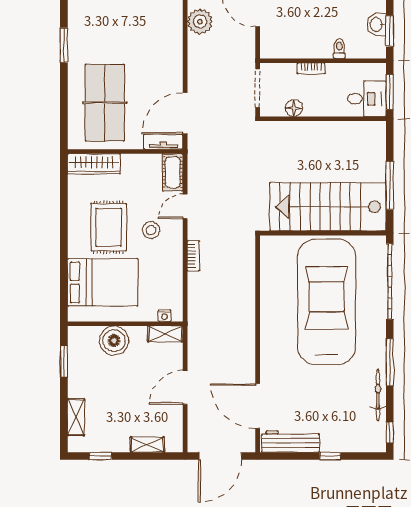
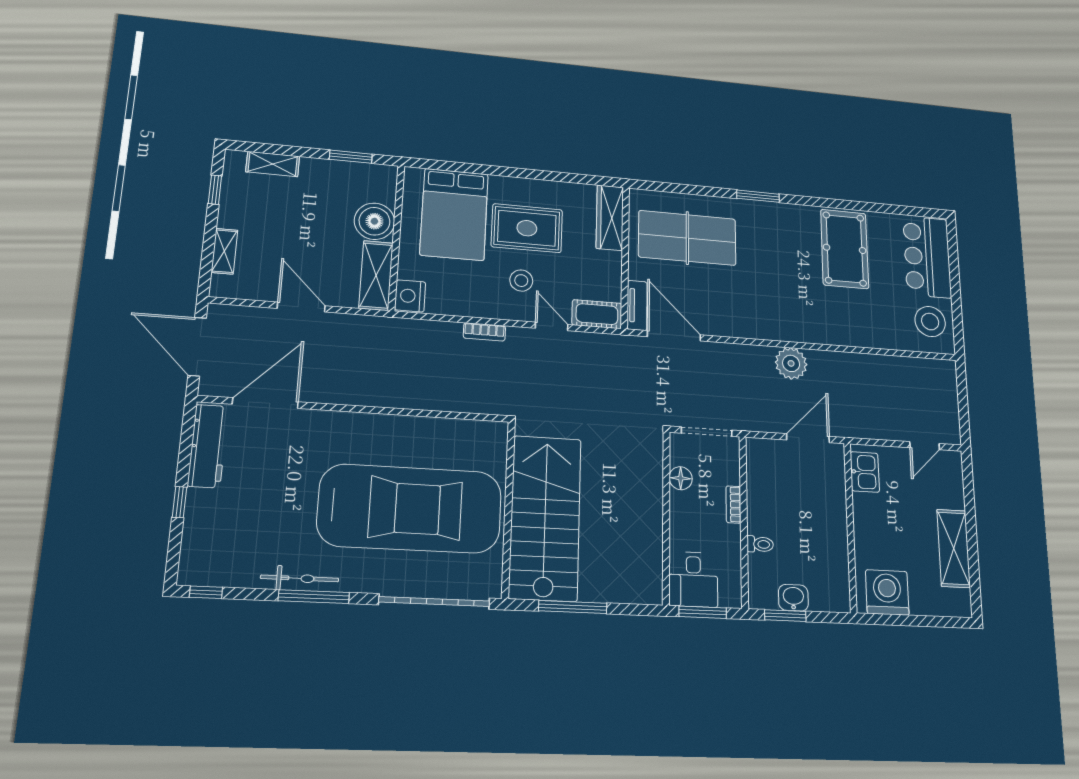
nightstand: (165, 316) -> (410, 296), width x1.89, depth x1.79
shelving: (165, 334) -> (376, 276), width x1.50, depth x1.33
bicycle: (378, 395) -> (300, 578), moved

